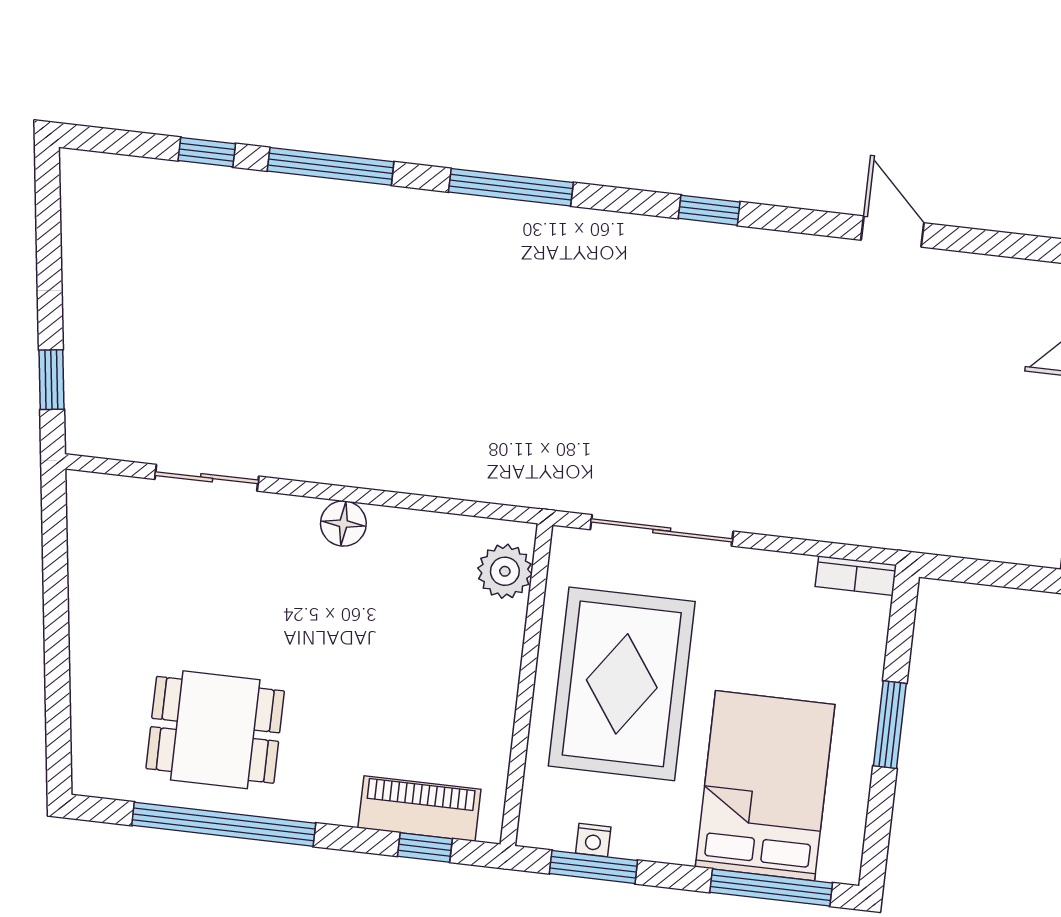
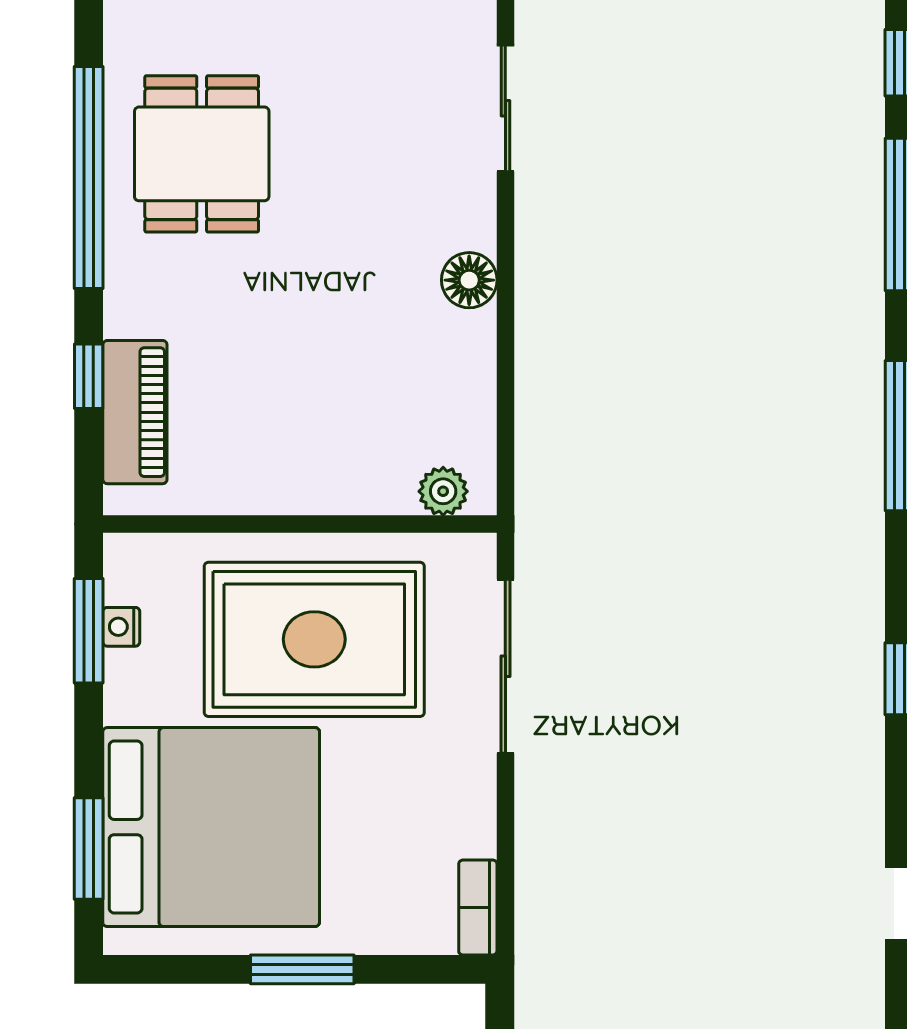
plant: (505, 571) -> (443, 491), width x0.73, depth x0.73
bed: (765, 786) -> (211, 827), width x1.36
window: (425, 848) -> (89, 376), moved
window: (771, 888) -> (89, 849), width x0.69

